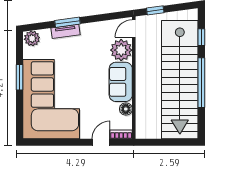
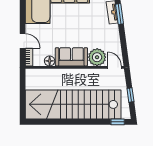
window: (155, 10) -> (130, 95), moved
window: (201, 37) -> (118, 122), moved
window: (201, 83) -> (71, 122), removed

